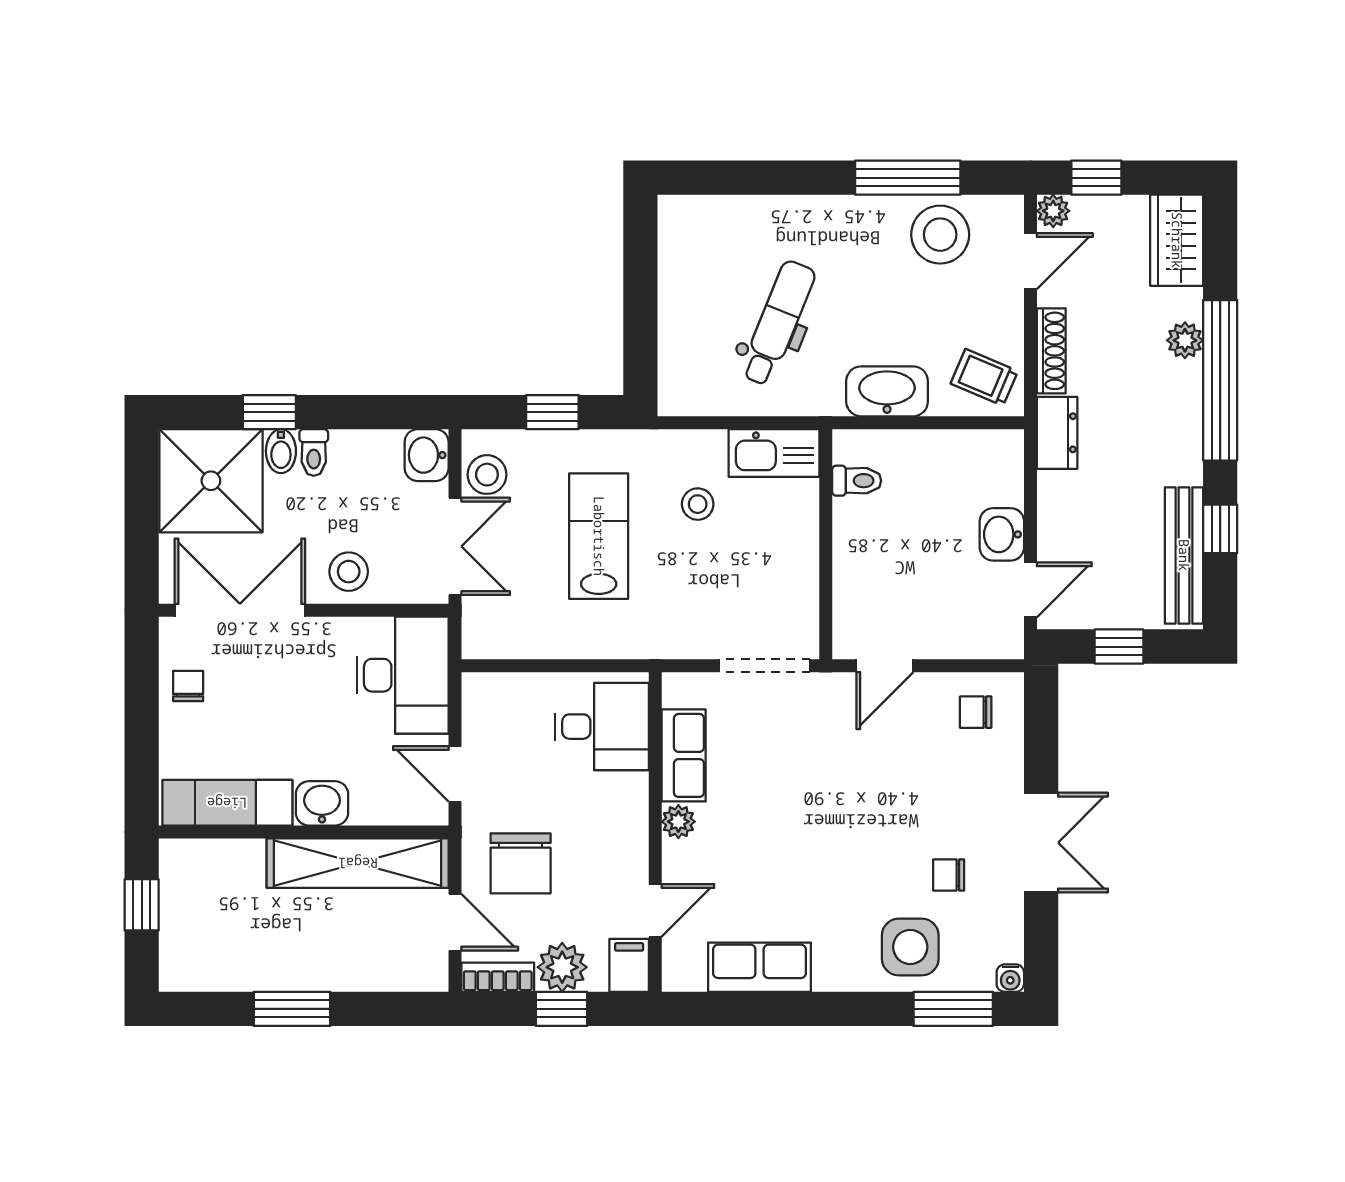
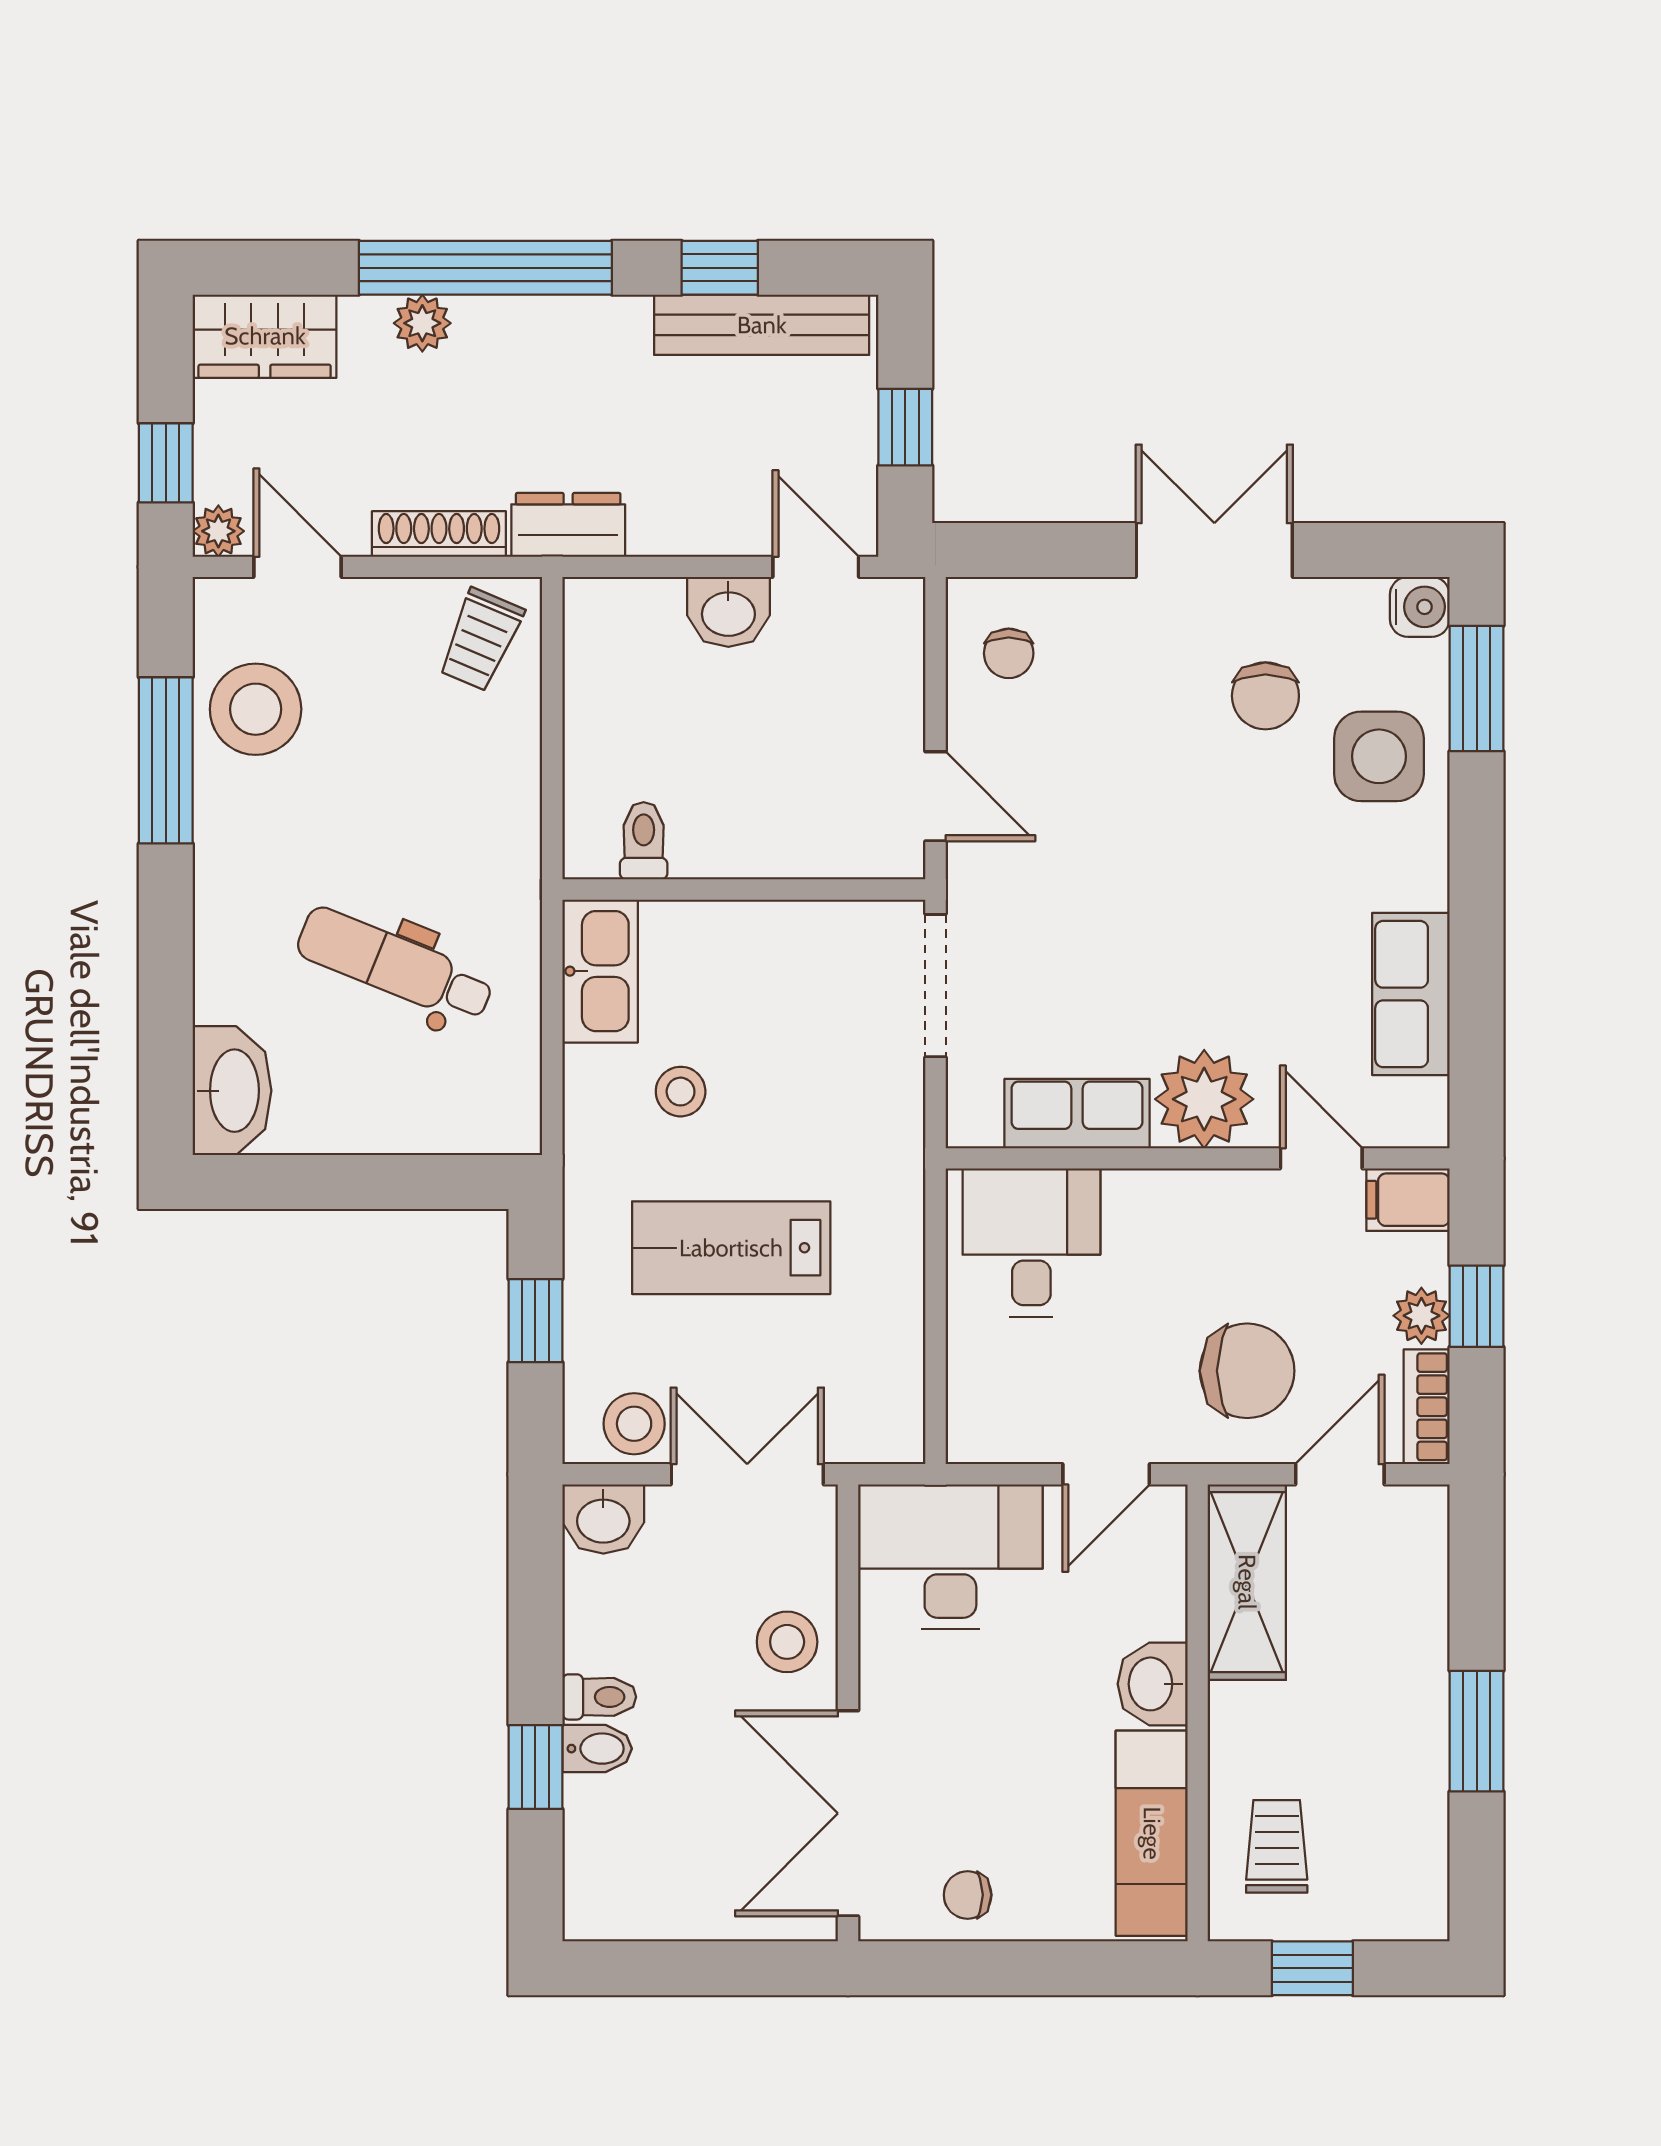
washbasin: (887, 391) -> (232, 1091), moved, turned 180
shower: (211, 481) -> (644, 1859), removed
plant: (678, 822) -> (1204, 1099), width x1.87, depth x1.87
shelving: (358, 863) -> (1247, 1582), width x0.68
chair: (949, 875) -> (1265, 696), width x1.37, depth x1.37
trolley: (219, 882) -> (1277, 1846), added
plant: (562, 967) -> (1421, 1316), width x0.73, depth x0.73
water cooler: (1010, 978) -> (1420, 607), width x1.38, depth x1.38

